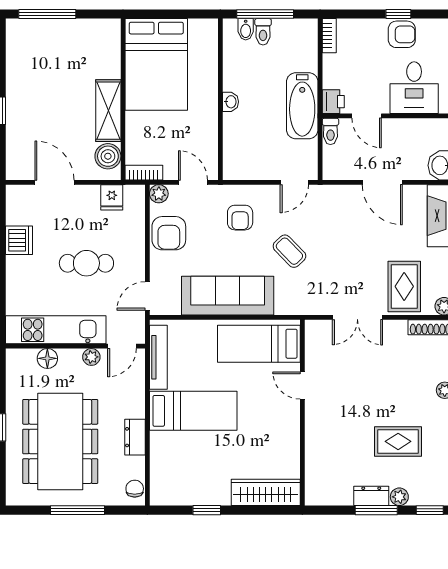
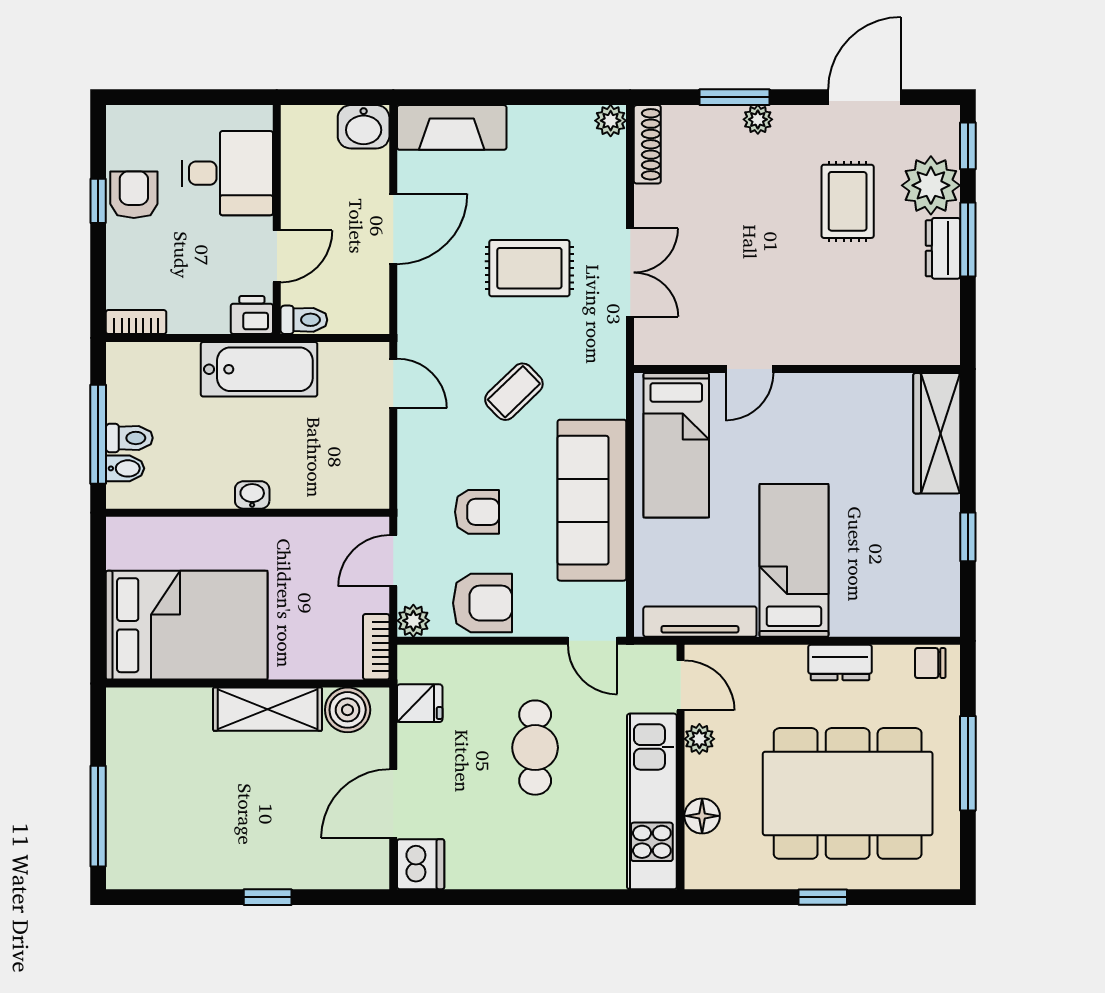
armchair: (240, 218) -> (477, 512), moved
dishwasher: (19, 240) -> (421, 864), moved, turned 90
rug: (404, 286) -> (529, 268), moved
plant: (399, 497) -> (931, 185), width x1.88, depth x1.88

